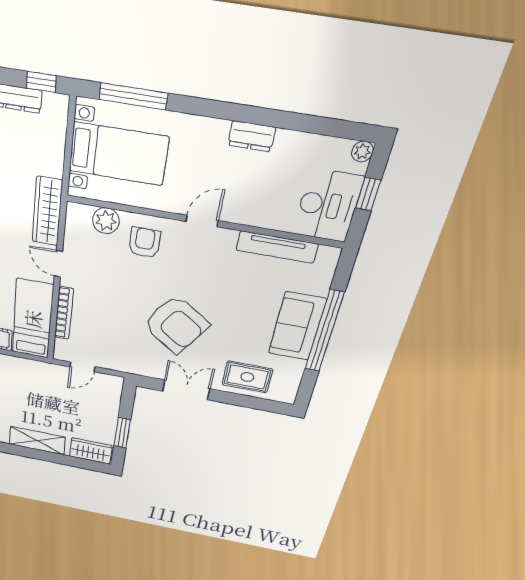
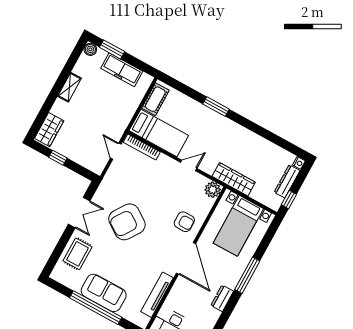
window: (133, 96) -> (247, 275), moved
wardrobe: (47, 211) -> (234, 179), moved
plant: (106, 221) -> (213, 190), moved
door: (202, 221) -> (186, 258), width x1.87
bookcase: (64, 313) -> (142, 147), moved
window: (122, 433) -> (58, 158), width x0.67
shelving: (37, 441) -> (70, 87), width x0.67, depth x0.75

